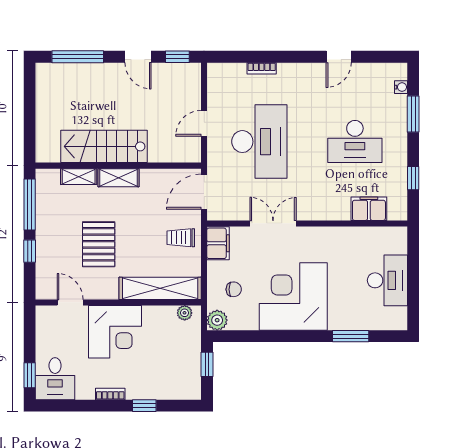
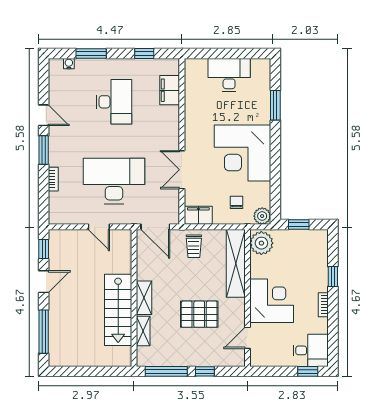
window: (297, 57) -> (44, 150), added
plant: (185, 313) -> (261, 243), width x1.87, depth x1.87

